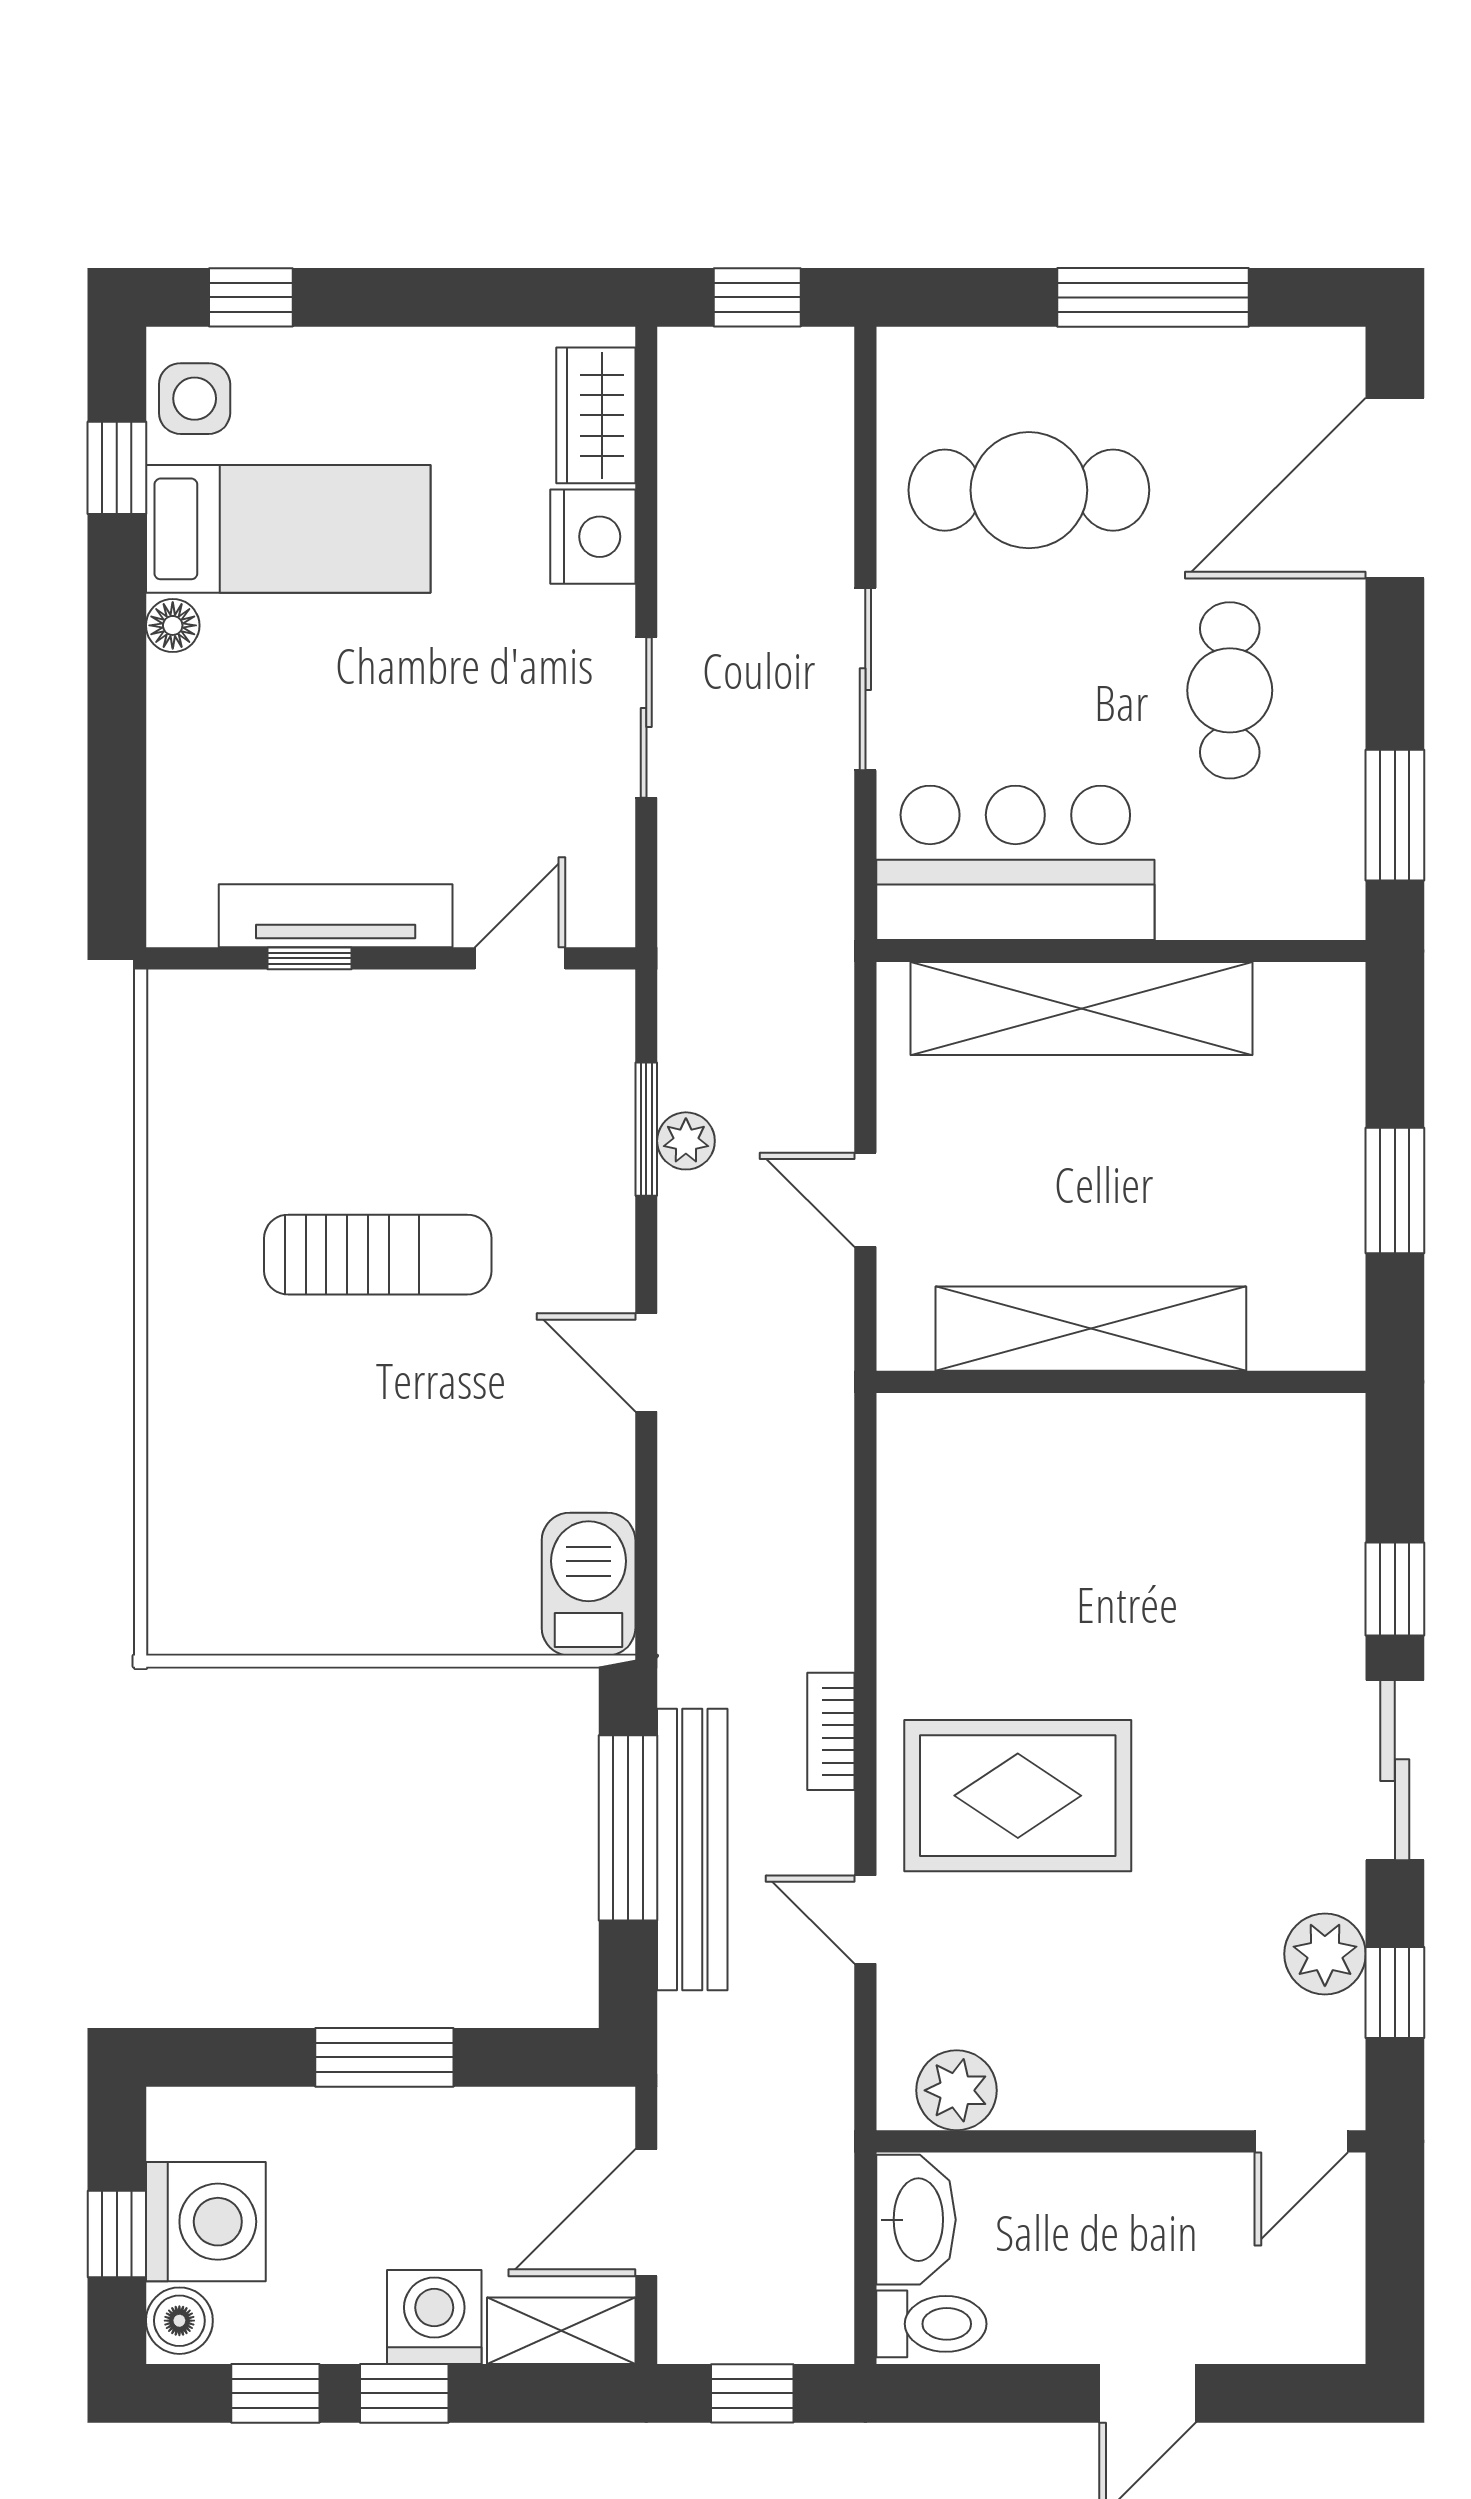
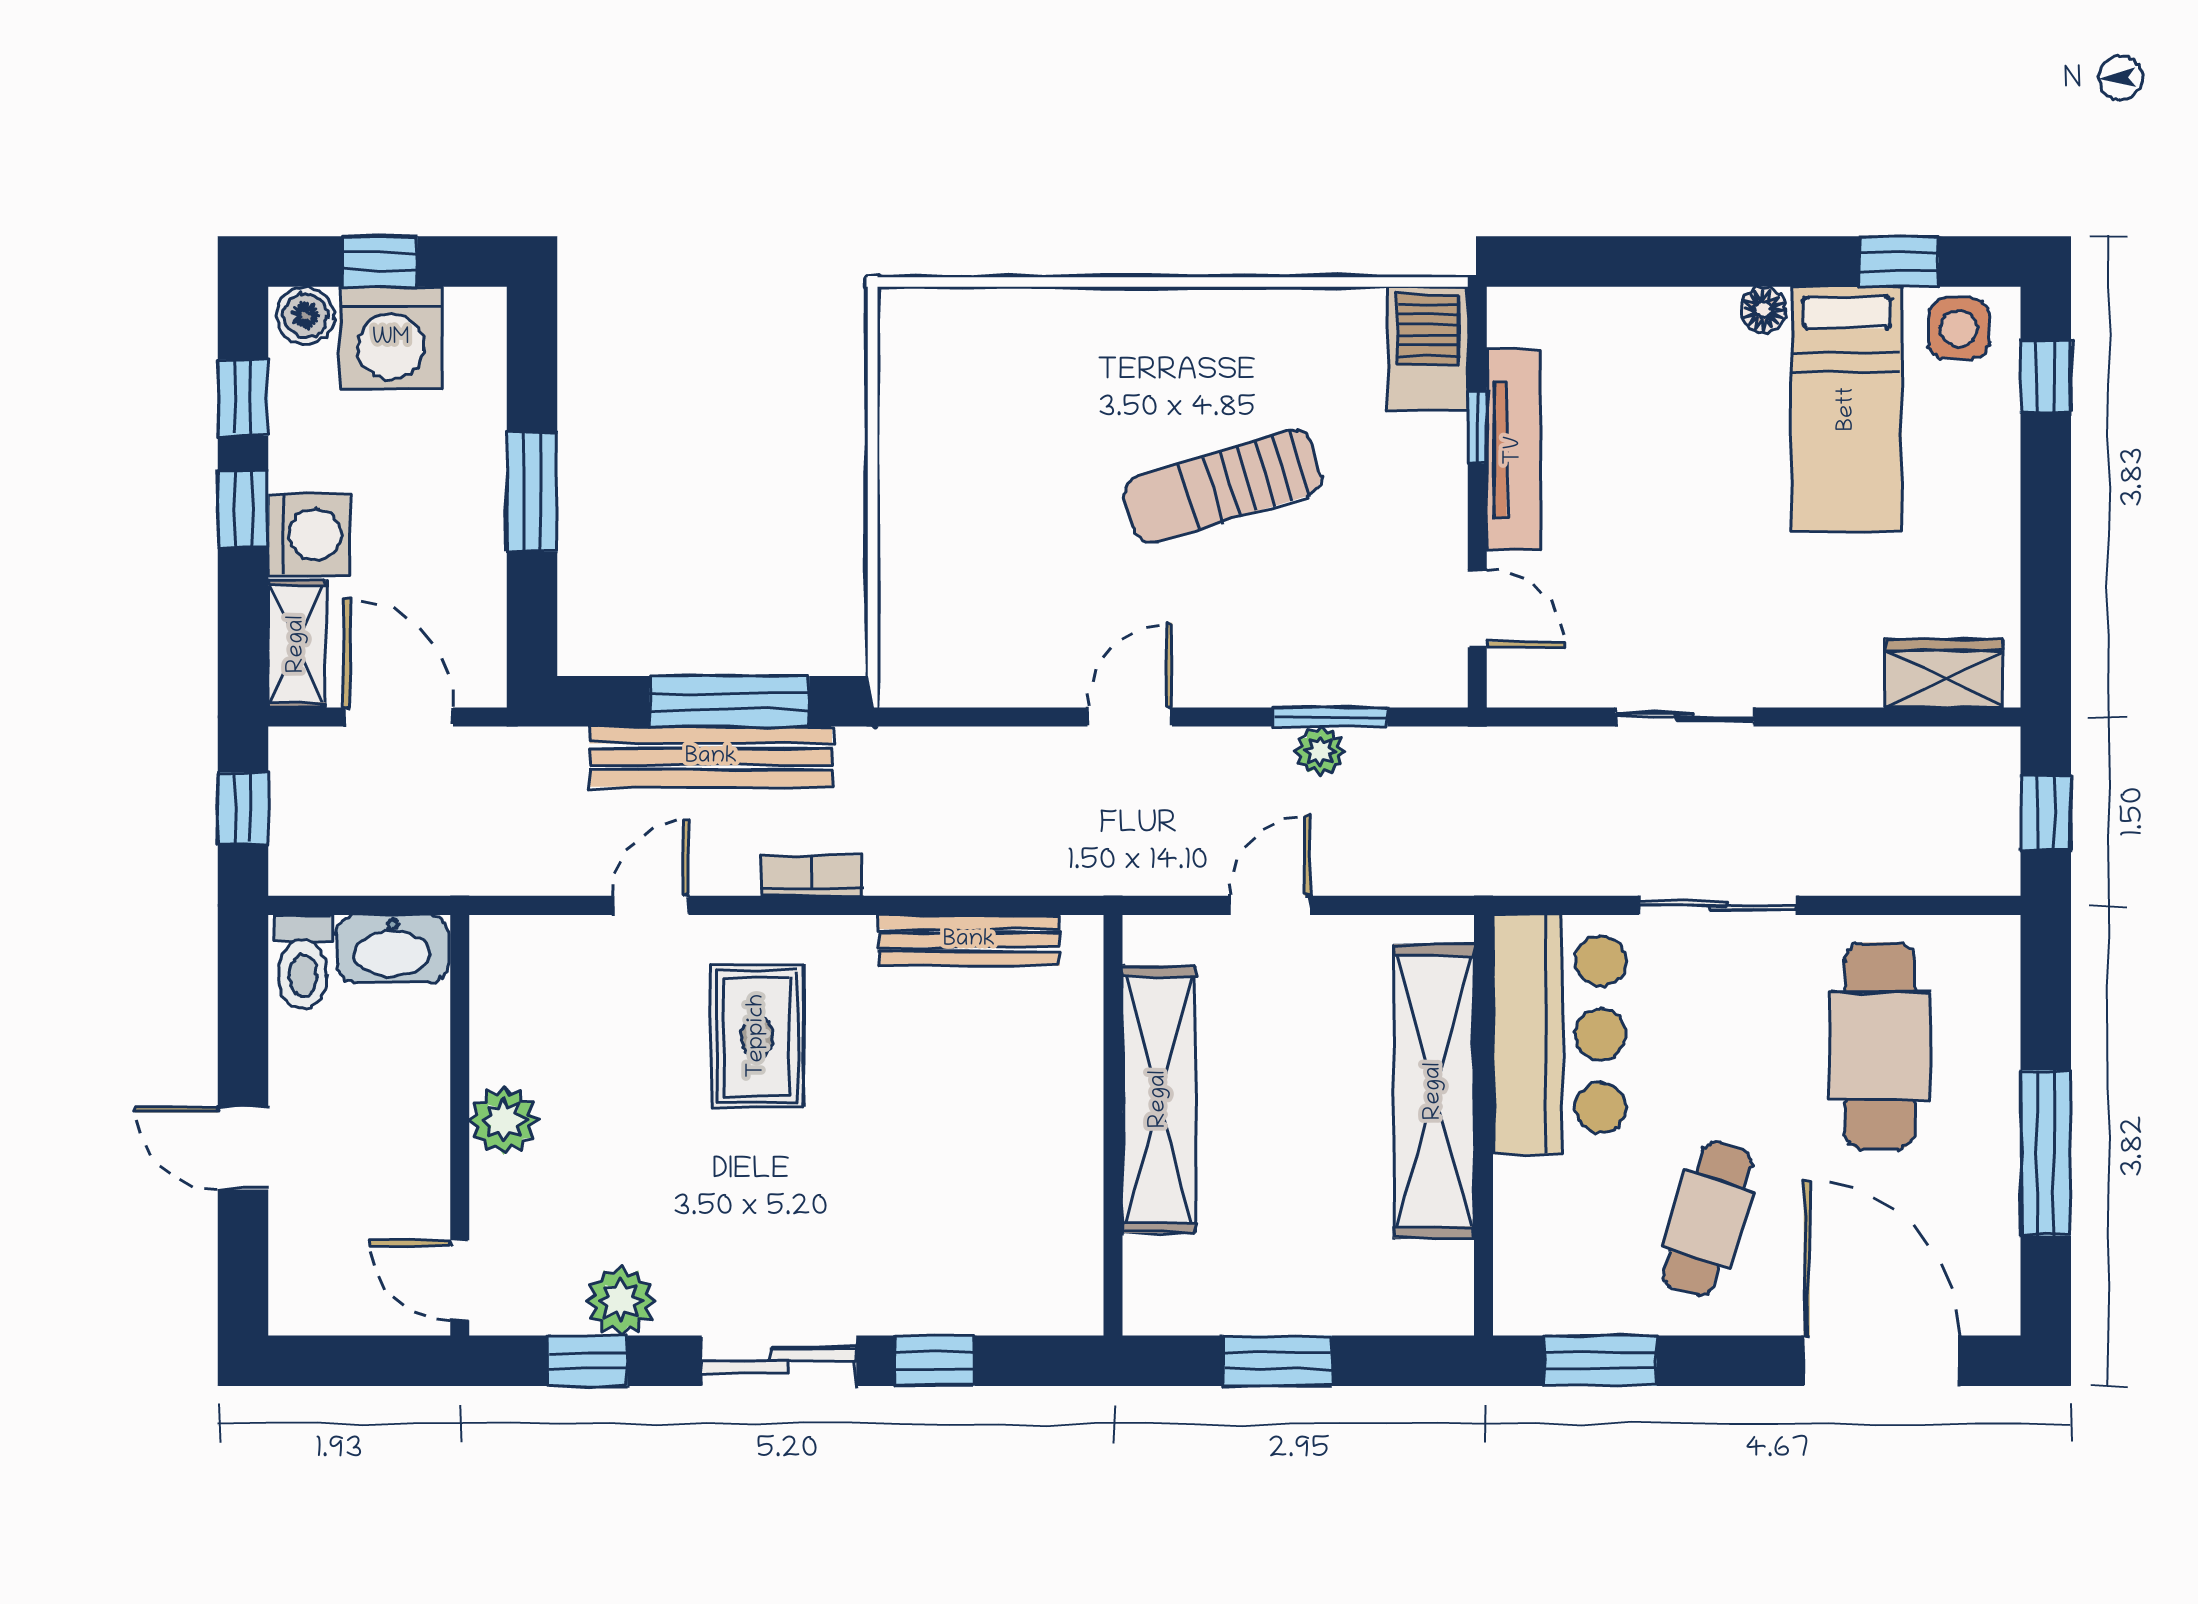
nightstand: (593, 537) -> (1840, 671), removed
cafe table: (1230, 690) -> (1708, 1219), turned -72
sun lounger: (378, 1255) -> (1222, 486), turned 73
bench: (906, 1549) -> (969, 940), added
barbecue: (589, 1584) -> (1428, 348), moved, turned -90
rug: (1018, 1796) -> (757, 1036), width x0.73, depth x0.70
plant: (957, 2090) -> (504, 1120), moved

